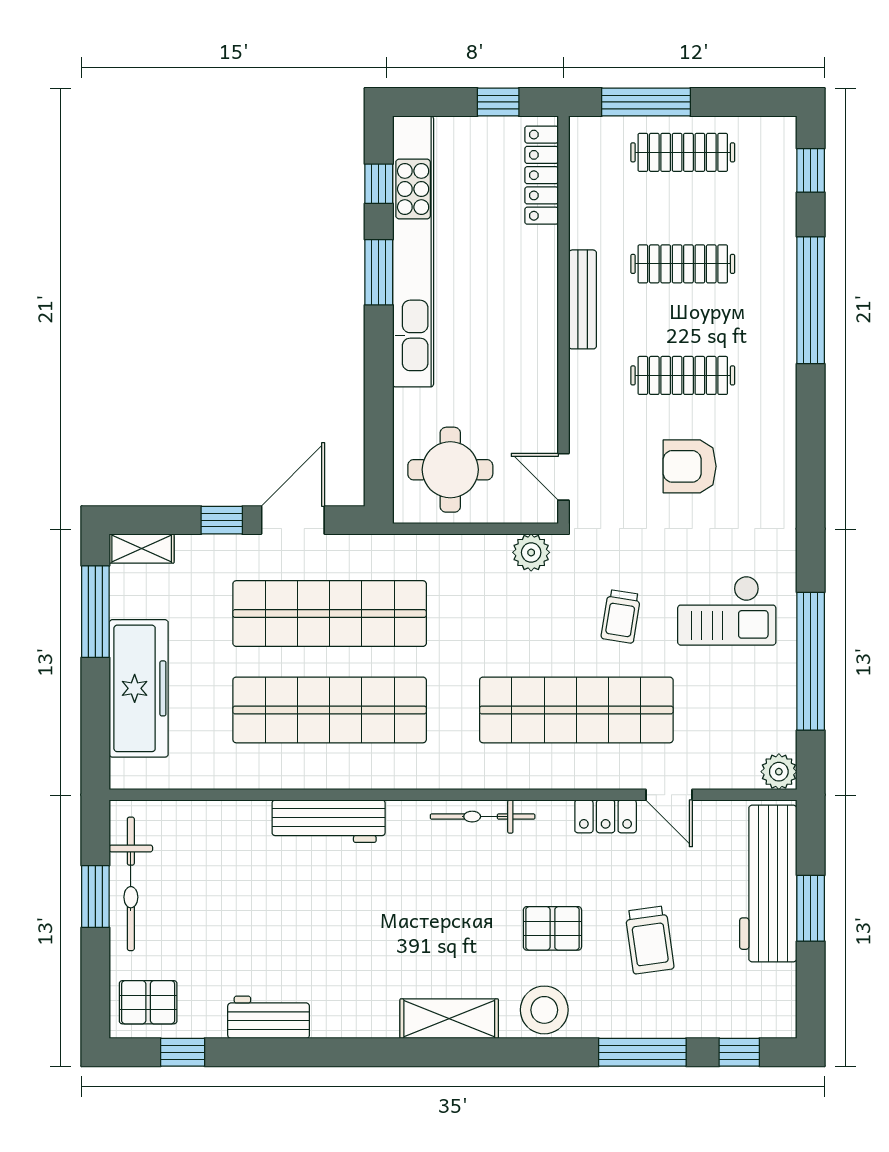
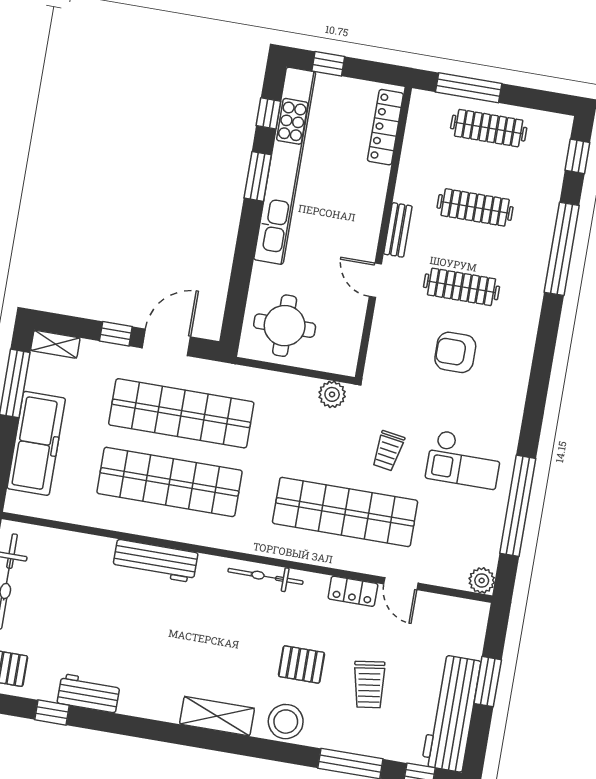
window: (498, 102) -> (328, 64), moved
bench: (583, 299) -> (398, 230), width x0.73
door: (564, 477) -> (375, 280), moved
workbench: (768, 883) -> (451, 713), moved
window: (183, 1052) -> (52, 713), moved

